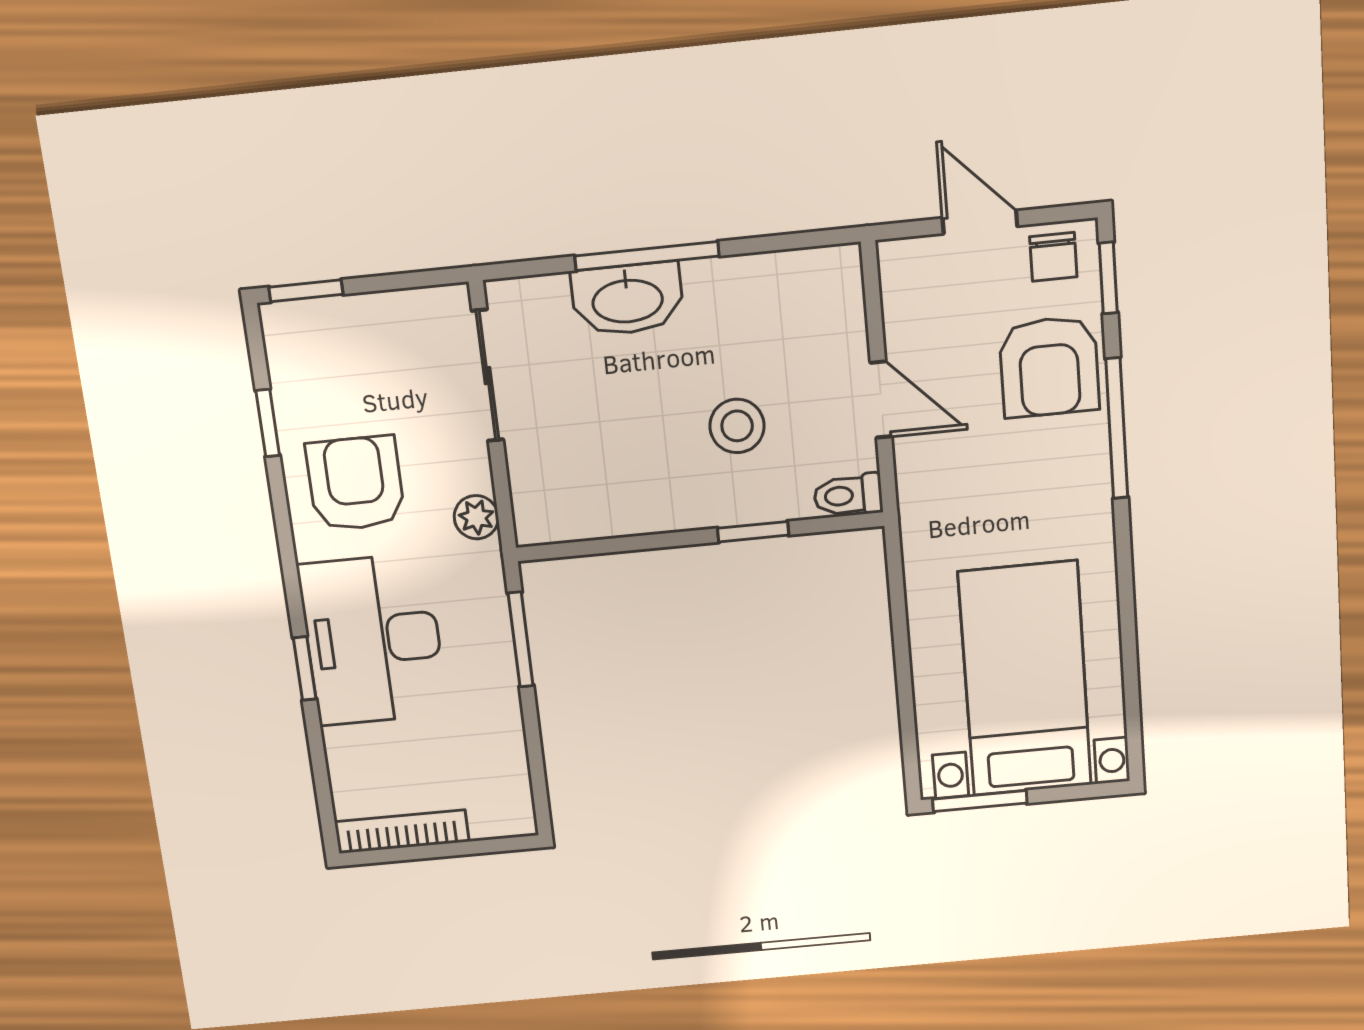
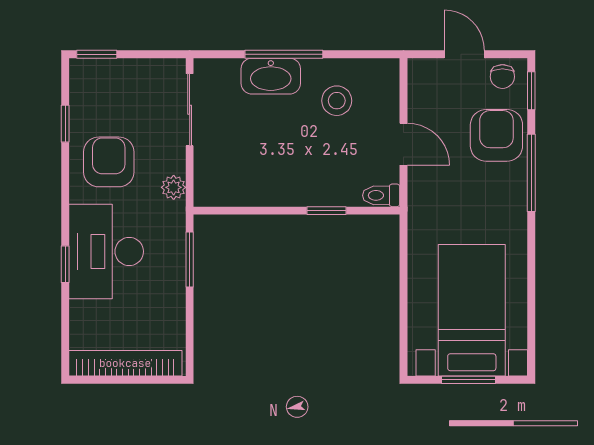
armchair: (1049, 367) -> (496, 135), turned 180
stool: (737, 426) -> (337, 101), moved
window: (980, 801) -> (468, 380), moved
bookcase: (402, 832) -> (125, 363), width x1.48, depth x1.31

